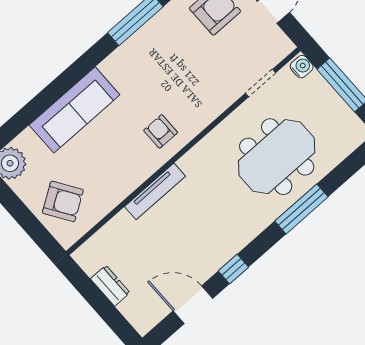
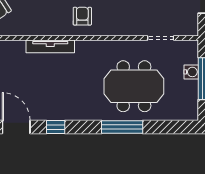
water cooler: (302, 67) -> (191, 72), moved

